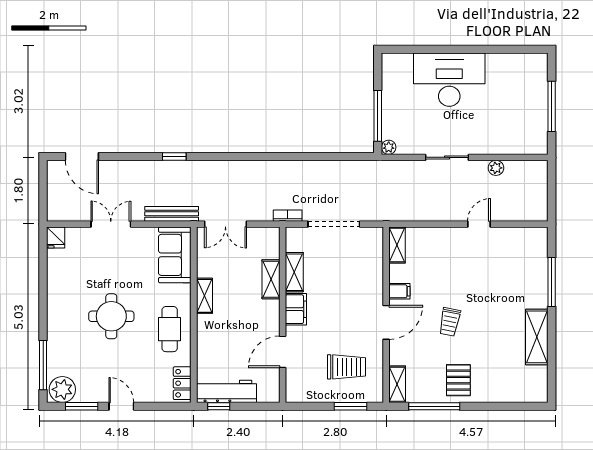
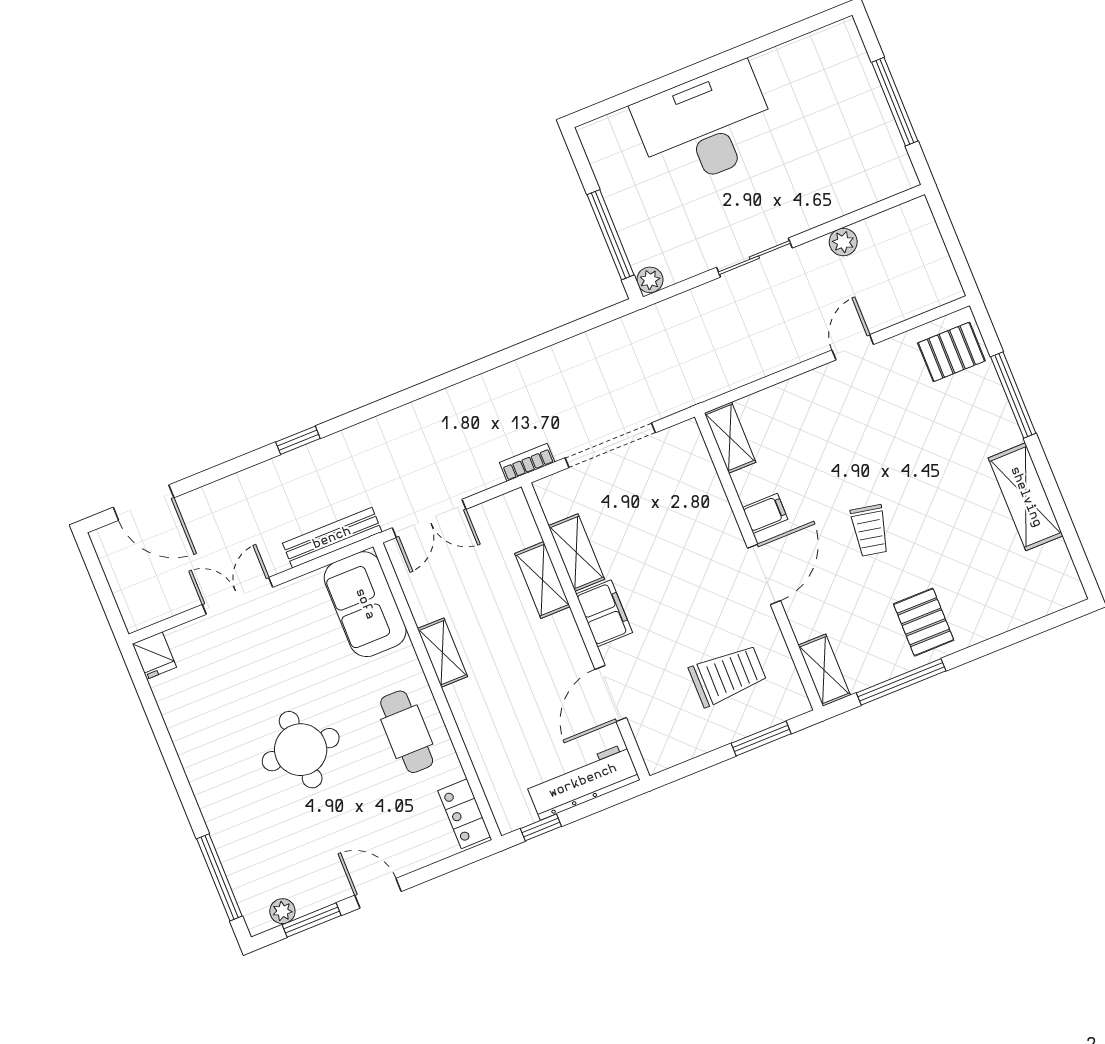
pallet: (529, 247) -> (951, 352), added
plant: (62, 389) -> (282, 911), width x0.53, depth x0.53
workbench: (226, 391) -> (583, 781), moved

